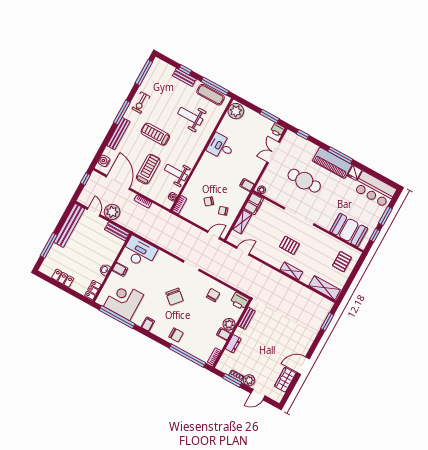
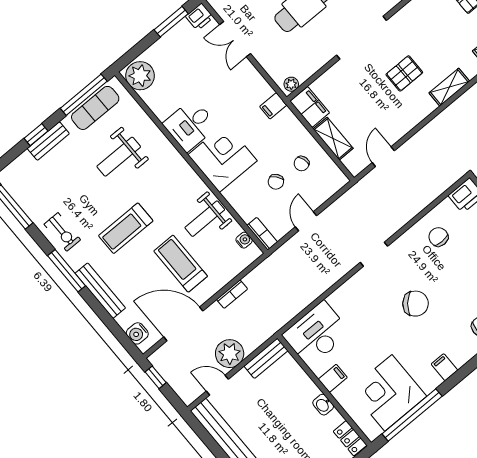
corner desk: (210, 169) -> (222, 158), added
door: (214, 235) -> (306, 221), moved

